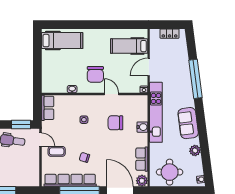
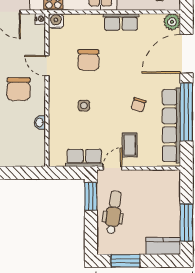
chair: (95, 74) -> (19, 89), turned 90
door: (111, 94) -> (47, 66), hinge flipped
row of seats: (48, 108) -> (84, 158), moved
water cooler: (142, 127) -> (56, 21), moved
row of seats: (142, 159) -> (121, 22), moved

